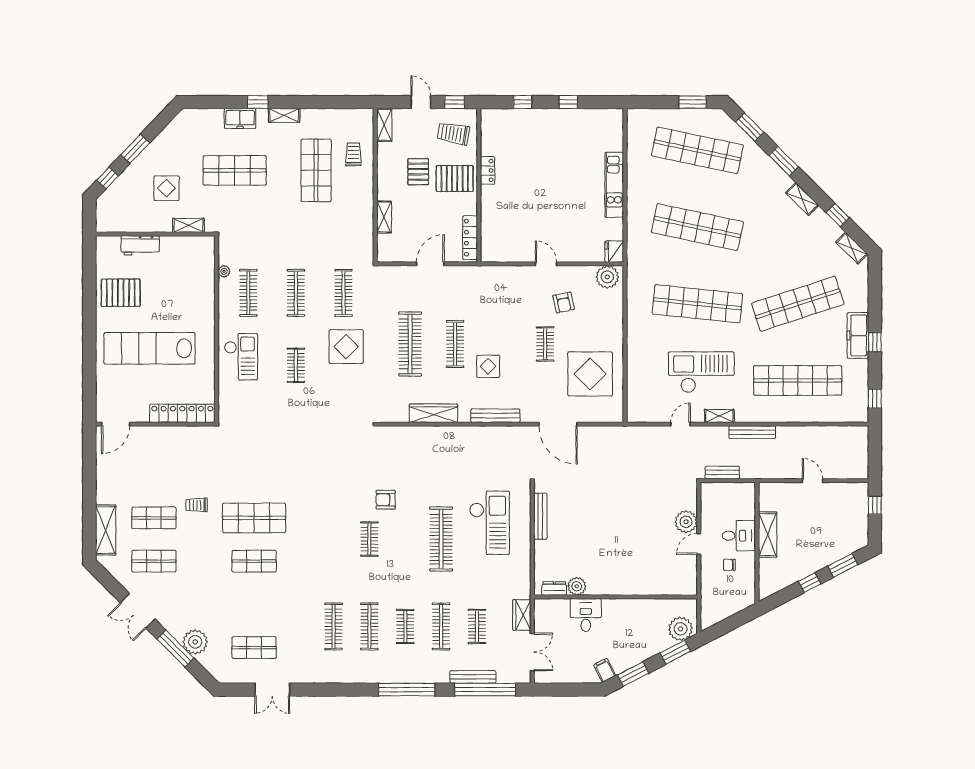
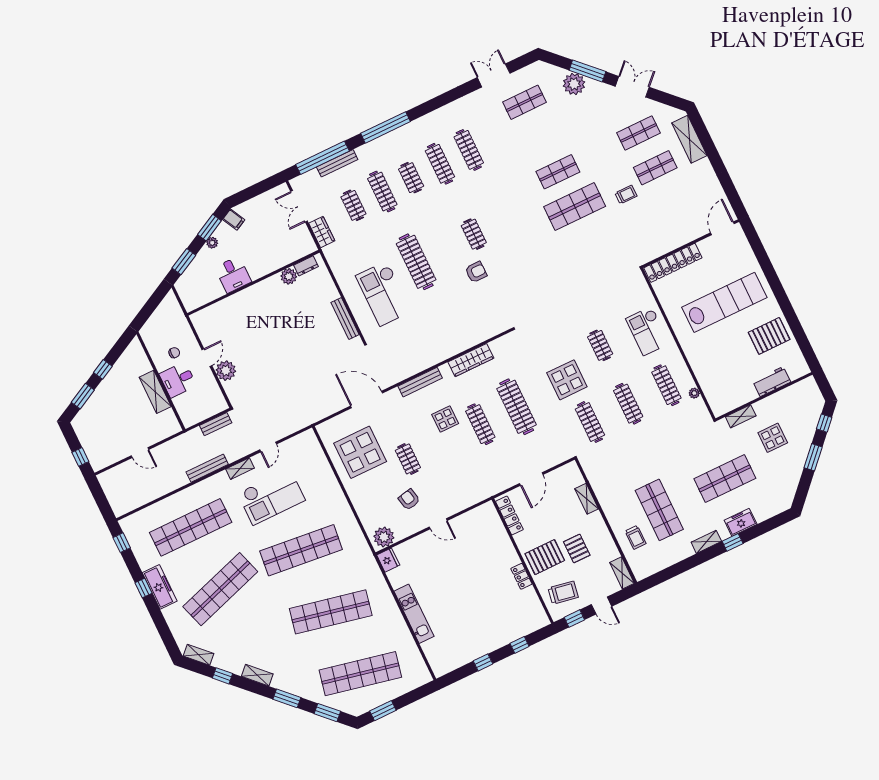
desk: (586, 615) -> (233, 275), moved
plant: (681, 629) -> (212, 243), moved, width x0.53, depth x0.53

